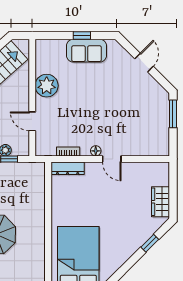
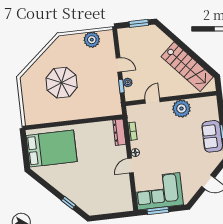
window: (173, 114) -> (158, 211), moved
corner sofa: (148, 127) -> (159, 191), added
wardrobe: (161, 202) -> (102, 207), removed

